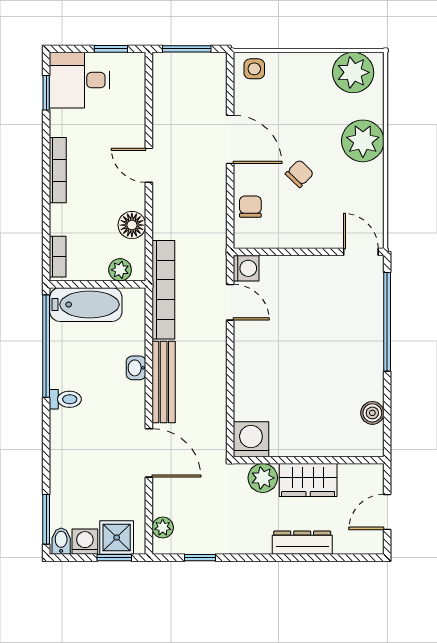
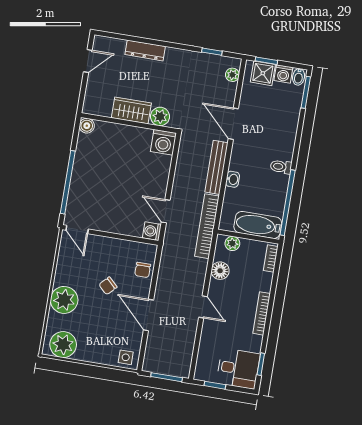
washing machine: (251, 439) -> (163, 142), moved
wall: (309, 460) -> (129, 123), moved
plant: (263, 478) -> (160, 116), moved
wardrobe: (308, 480) -> (131, 110), moved

